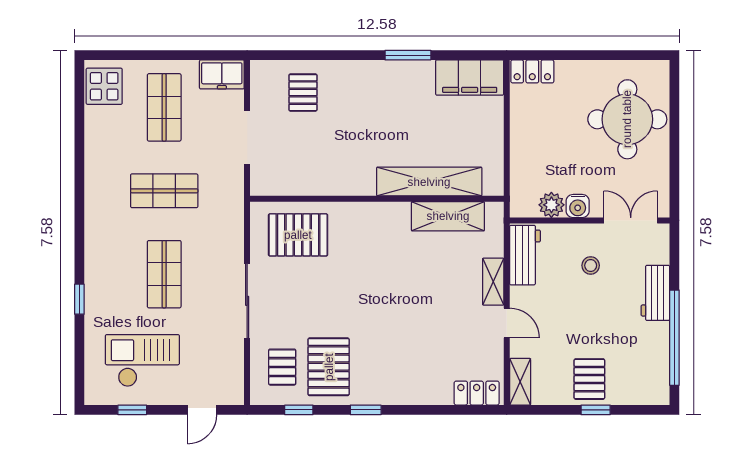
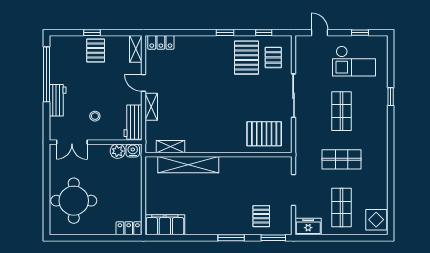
window: (282, 55) -> (273, 238), added
window: (408, 55) -> (231, 238), moved
water cooler: (578, 206) -> (133, 151), moved
shelving: (448, 216) -> (170, 147), width x0.67, depth x0.75
door: (202, 410) -> (320, 33), hinge flipped

